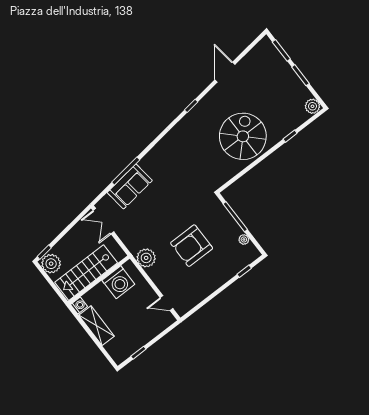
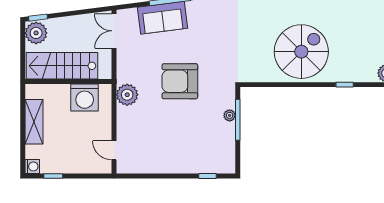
plant: (244, 239) -> (230, 115), moved
armchair: (192, 246) -> (180, 81), moved
washing machine: (79, 306) -> (32, 166), moved

